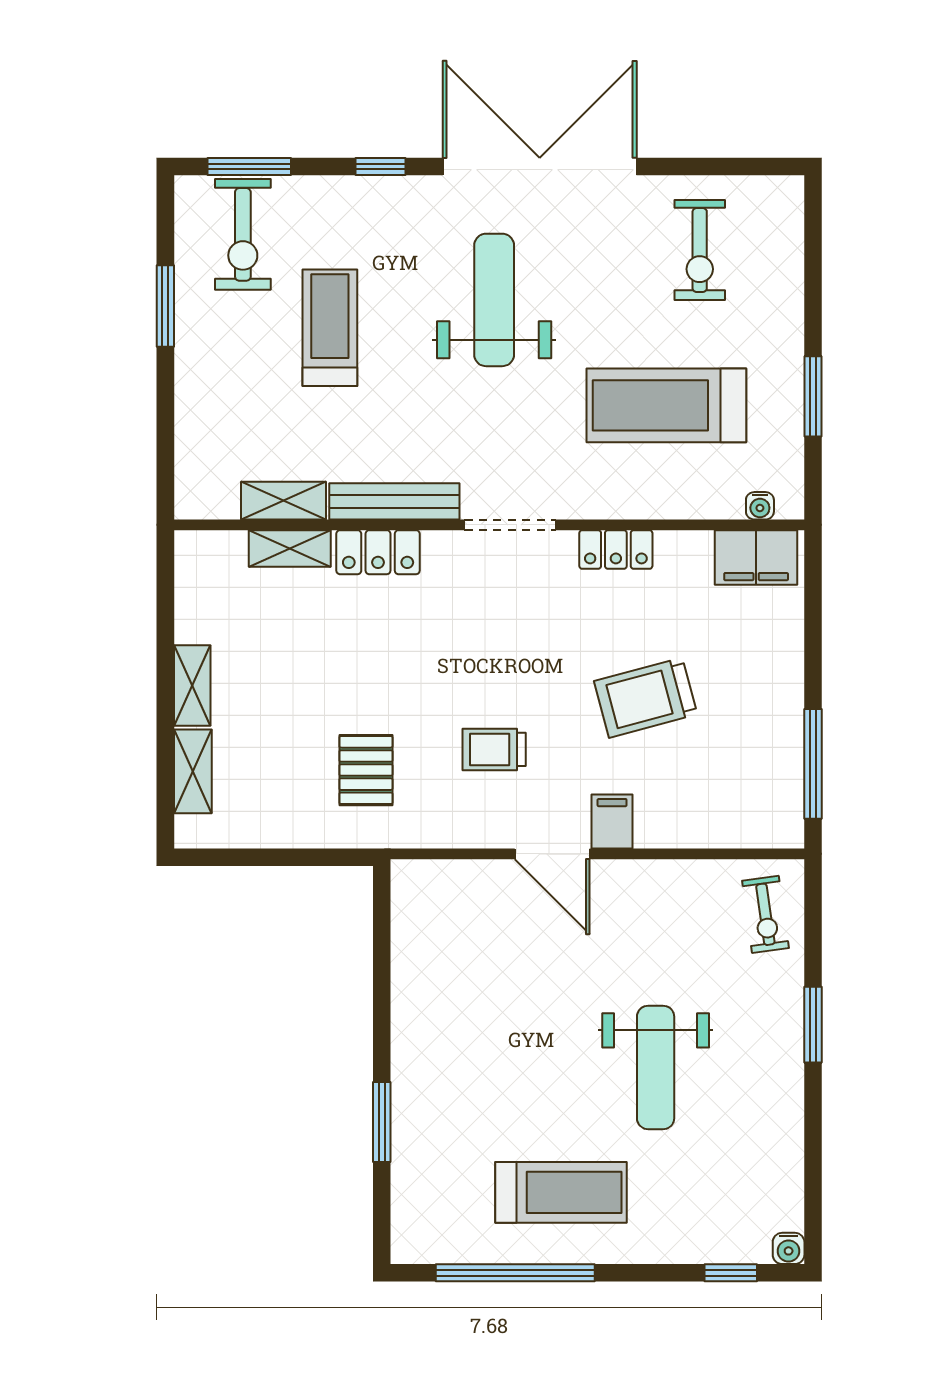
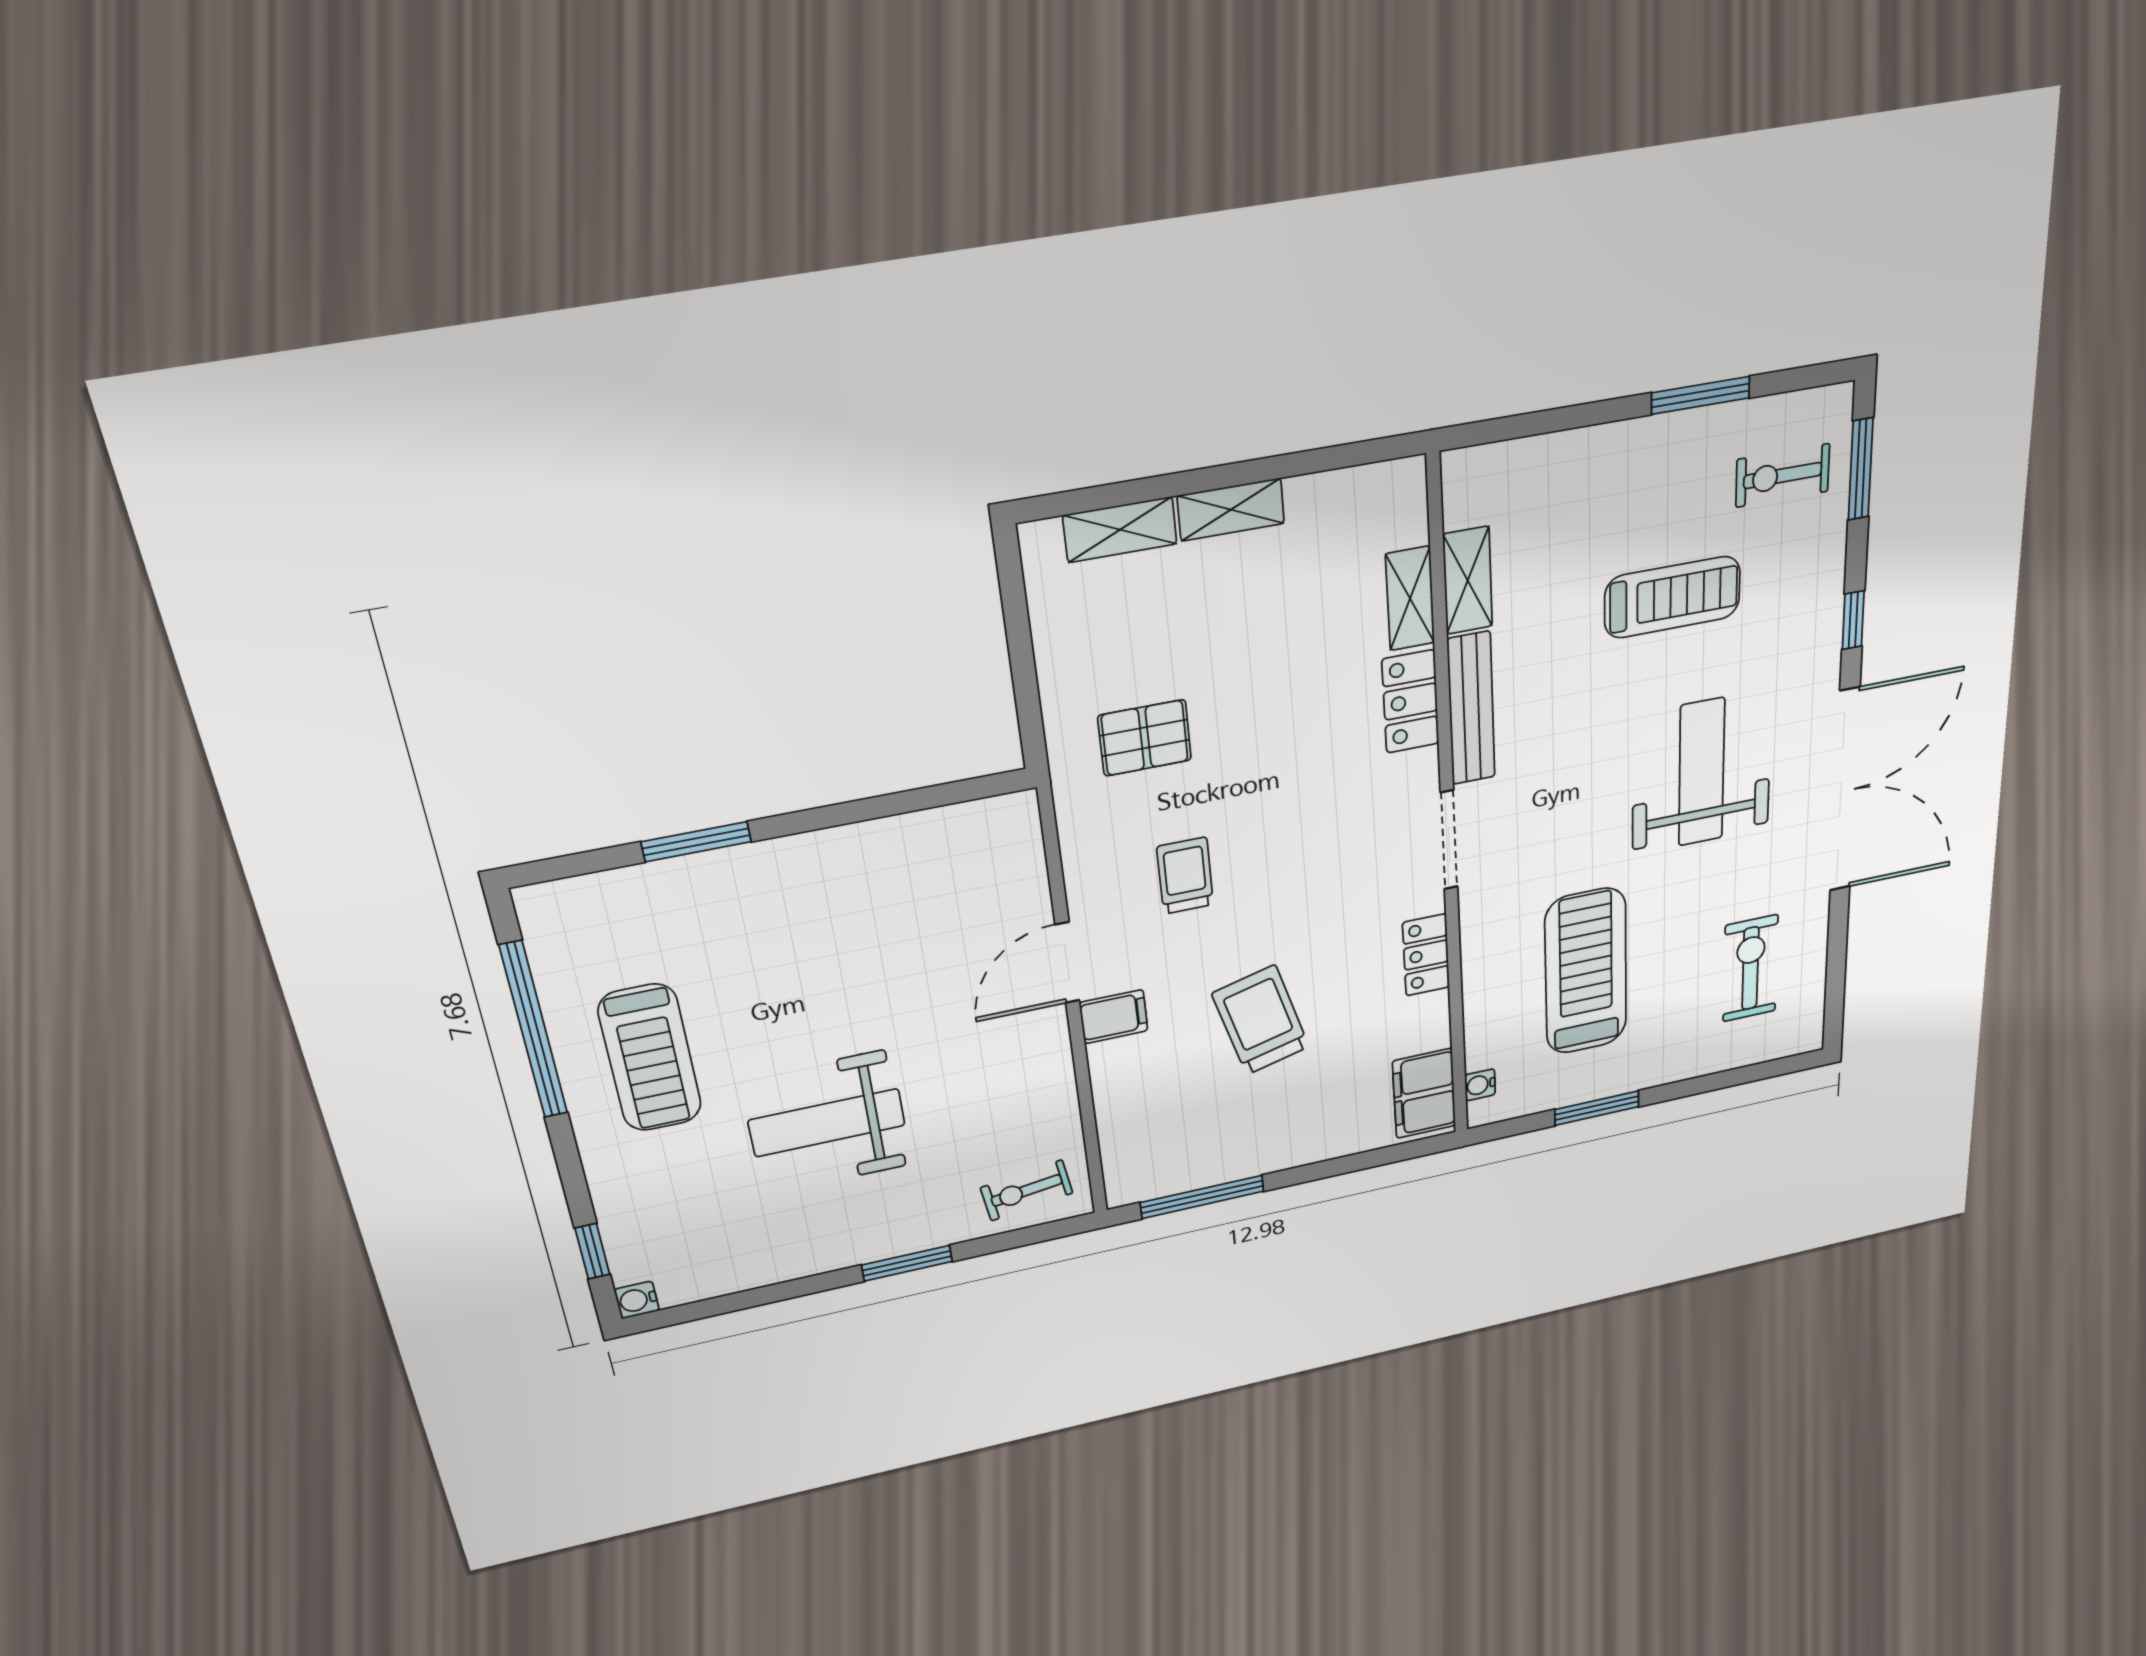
exercise bike: (243, 234) -> (1783, 475), width x0.73, depth x0.72
exercise bike: (700, 250) -> (1750, 968), turned 90
weight bench: (494, 300) -> (1702, 772), turned -90

